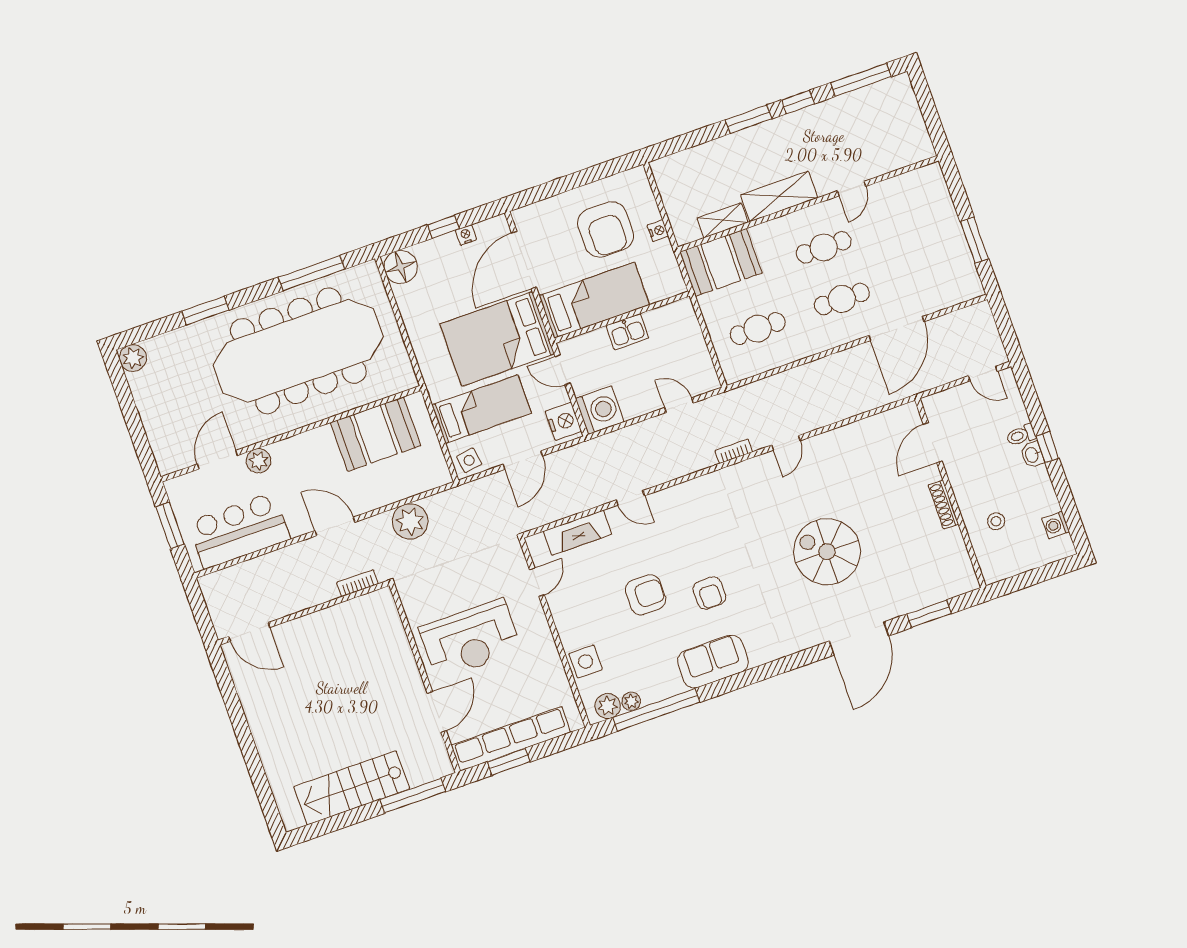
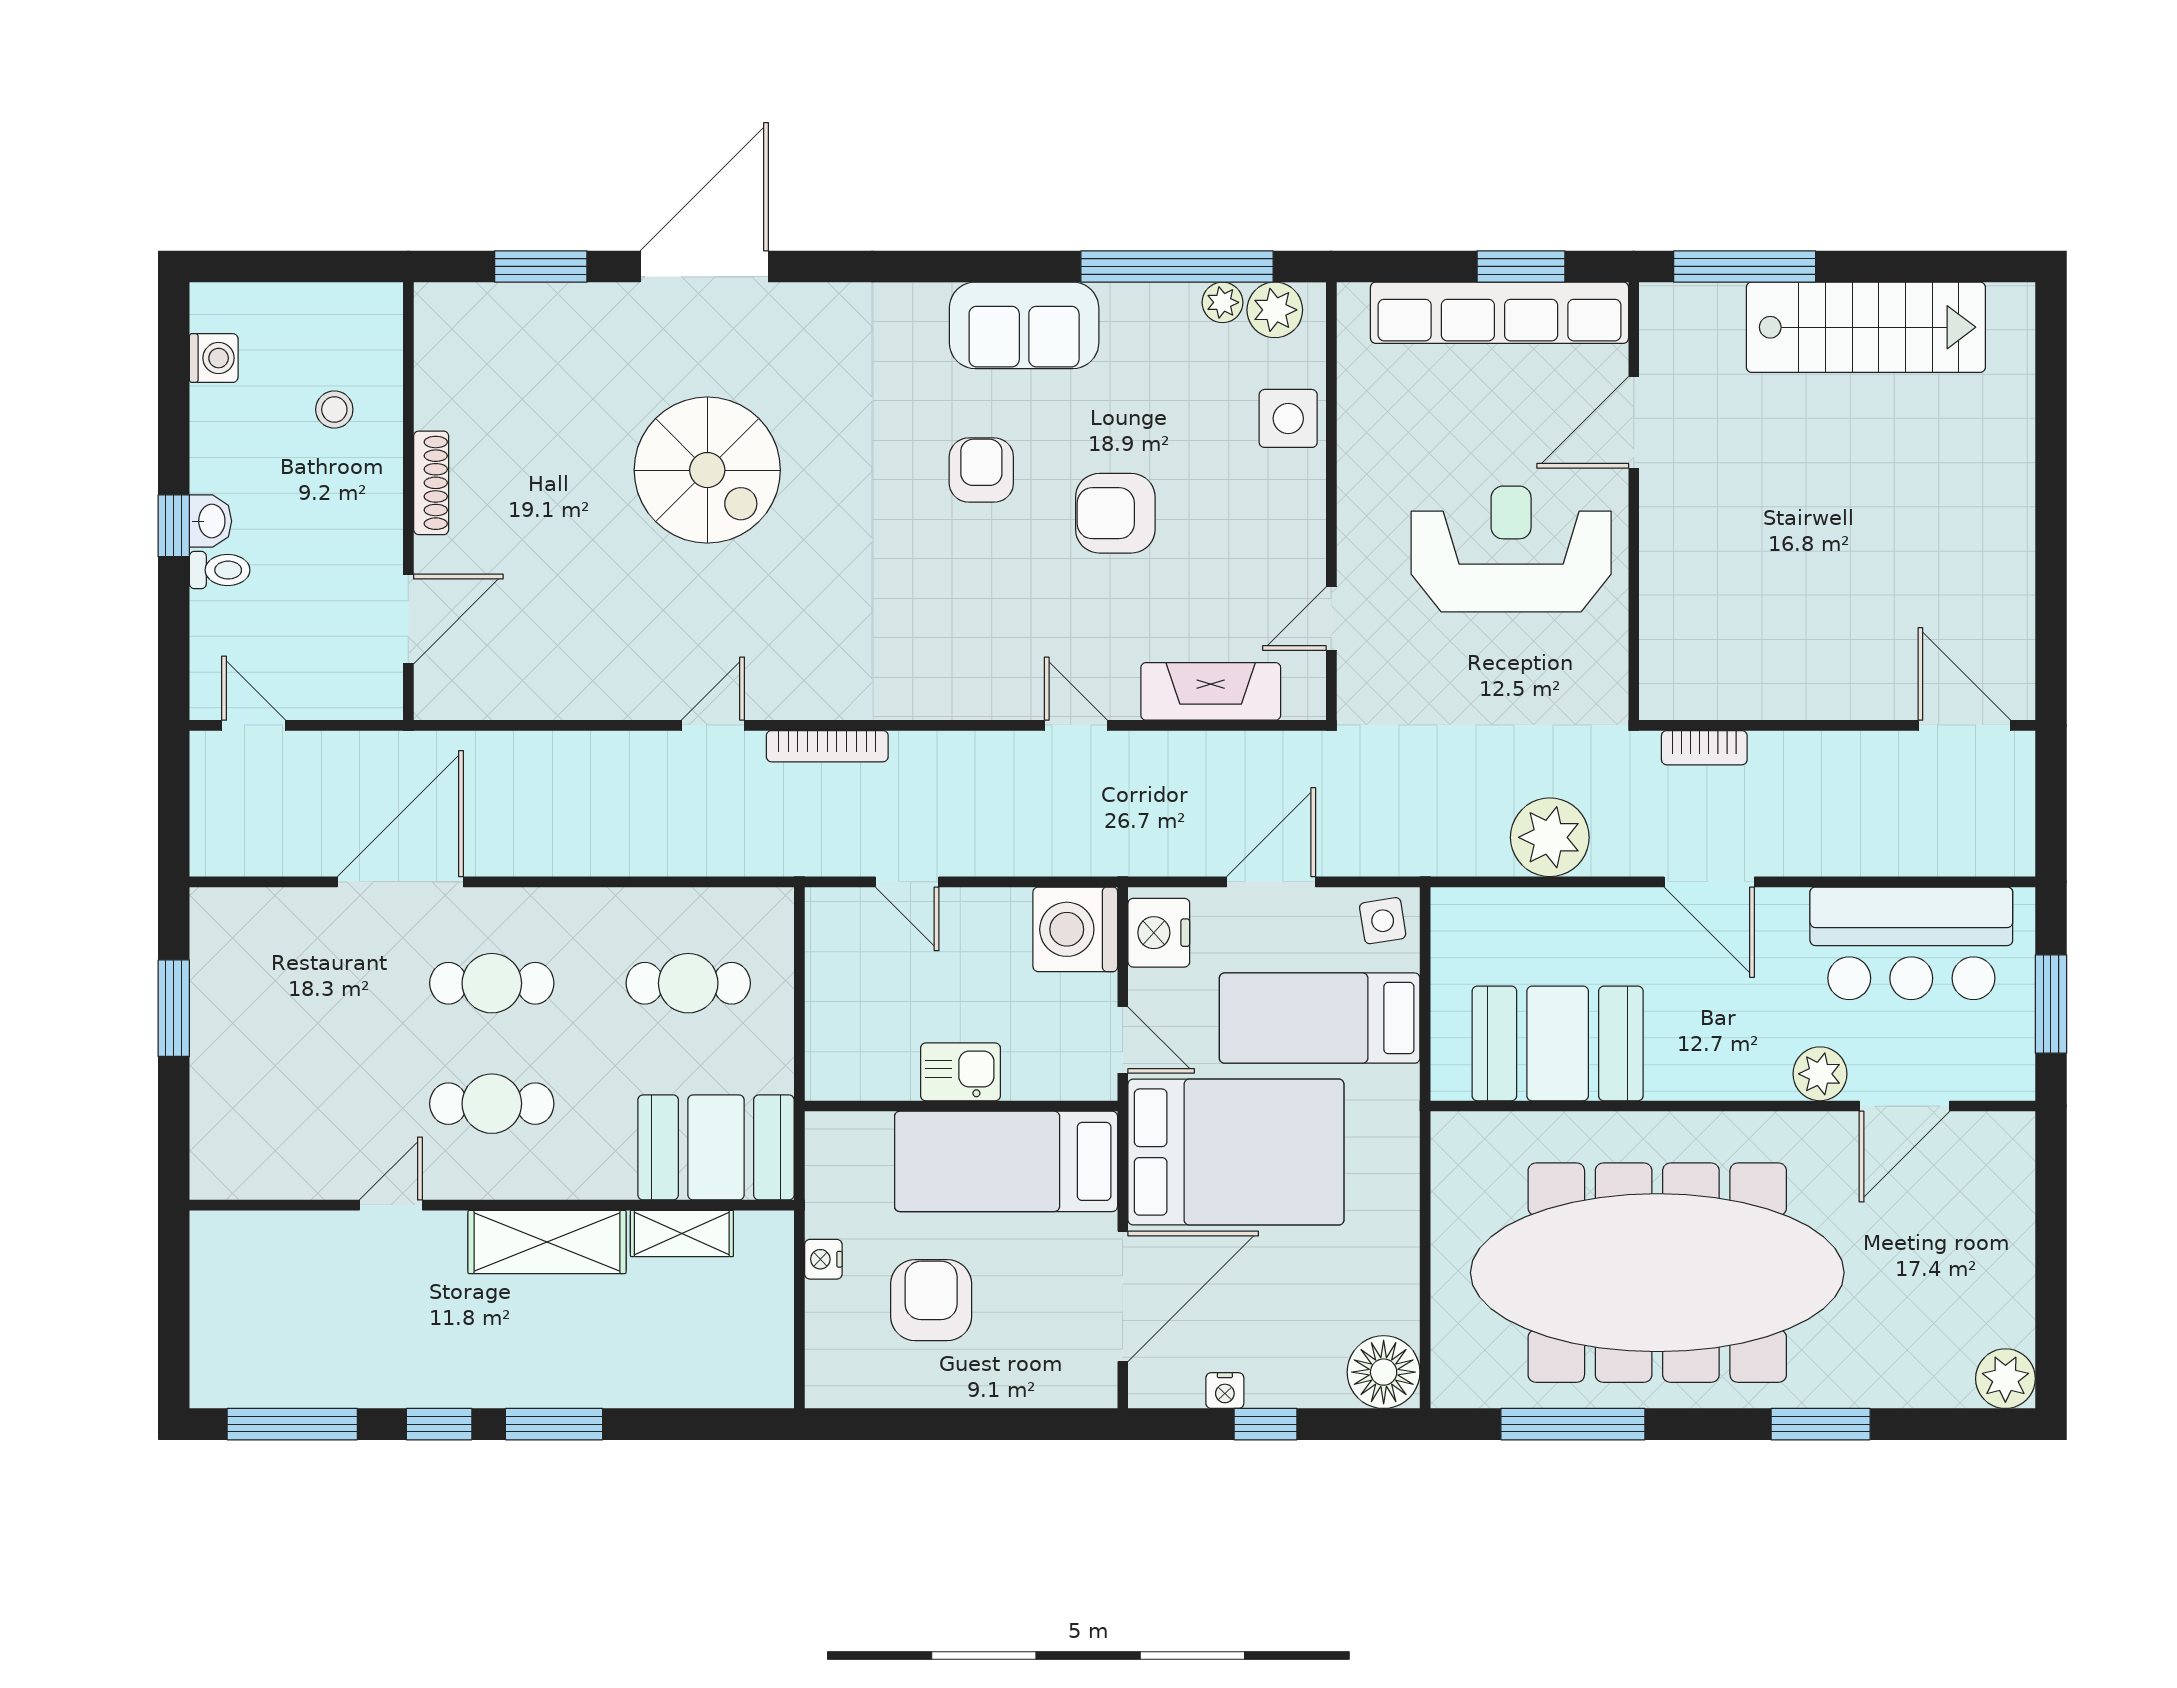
armchair: (606, 229) -> (931, 1300), width x0.73, depth x0.73
bookcase: (734, 451) -> (827, 746), width x1.56

